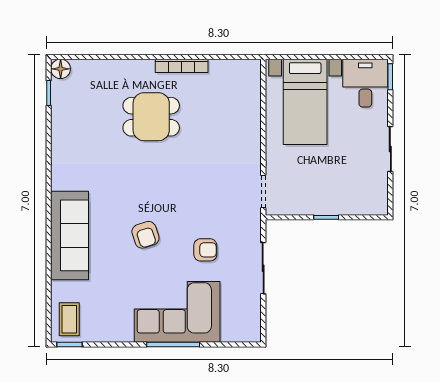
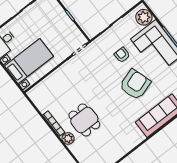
plant: (142, 70) -> (68, 138), added
armchair: (145, 235) -> (135, 85), width x1.88, depth x1.88
plant: (237, 327) -> (144, 17), added

